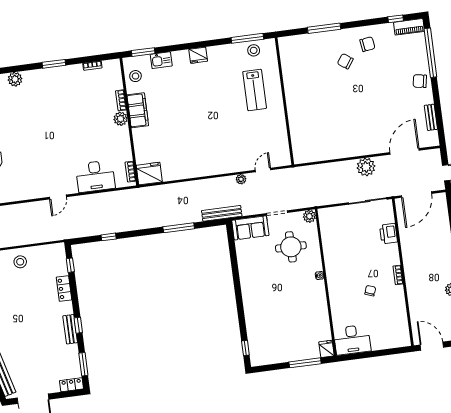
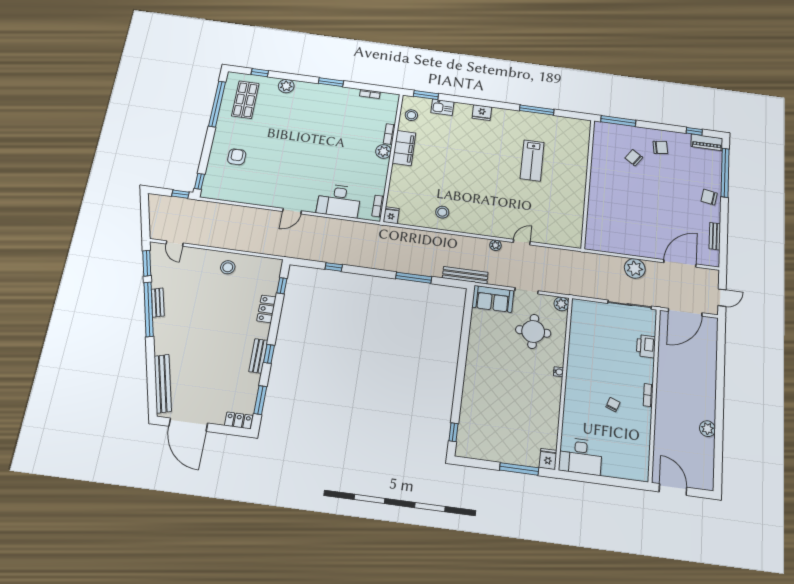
stool: (254, 50) -> (442, 212), moved
wall: (284, 101) -> (588, 183), moved
fridge: (149, 174) -> (391, 215), width x0.53, depth x0.75

